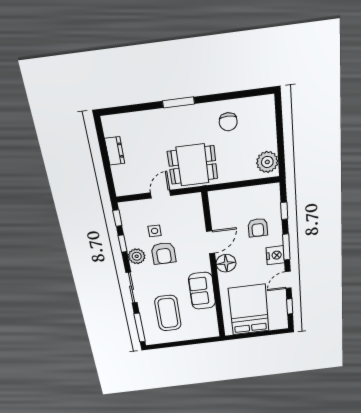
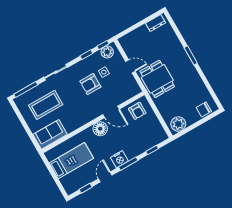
chair: (228, 122) -> (204, 109), moved
dresser: (115, 151) -> (156, 23), moved
armchair: (258, 228) -> (137, 111), moved, turned -90
plant: (137, 256) -> (107, 52), moved
door: (288, 280) -> (105, 177), hinge flipped
sofa: (202, 291) -> (50, 134), moved
bed: (249, 310) -> (71, 161), width x0.67

